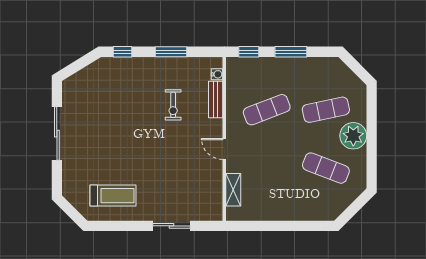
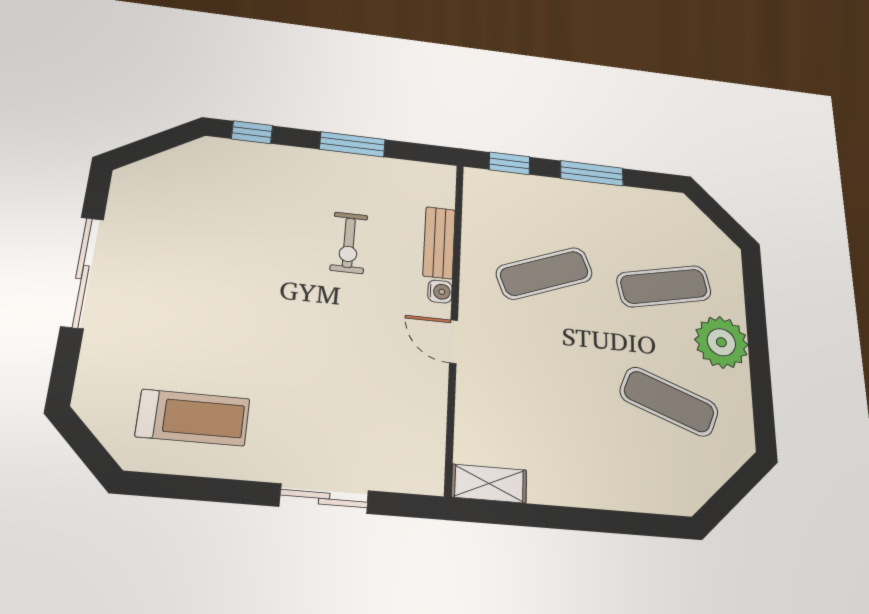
water cooler: (217, 74) -> (440, 292), moved
shelving: (233, 190) -> (489, 484), moved, turned 90

